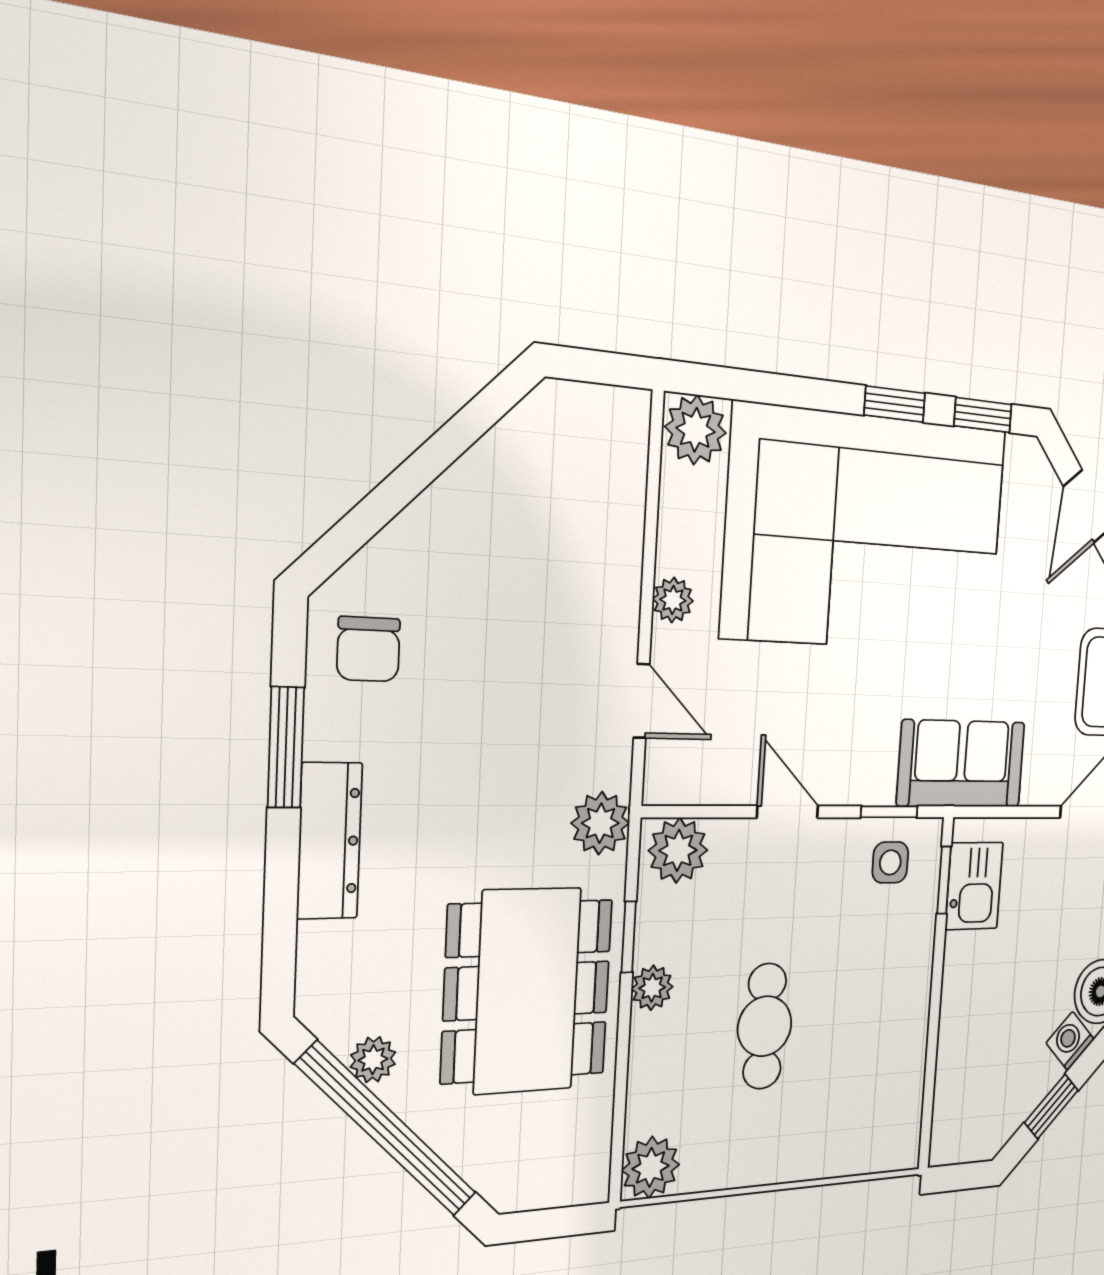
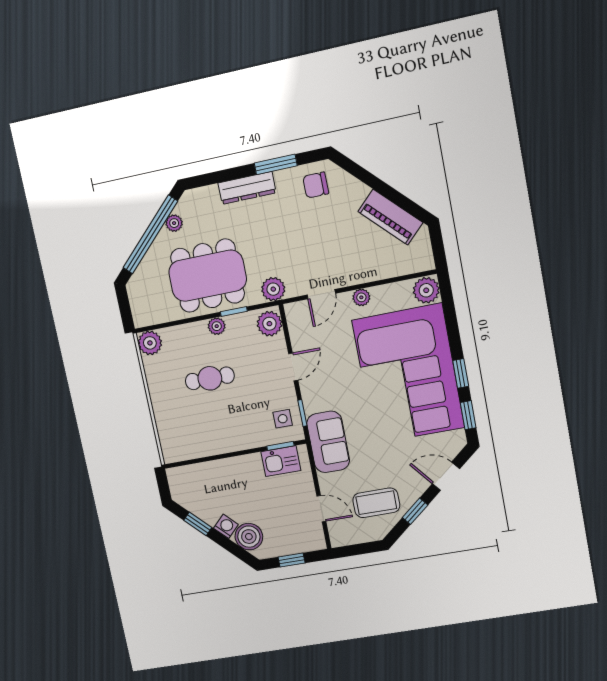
piano: (500, 469) -> (390, 217), added

